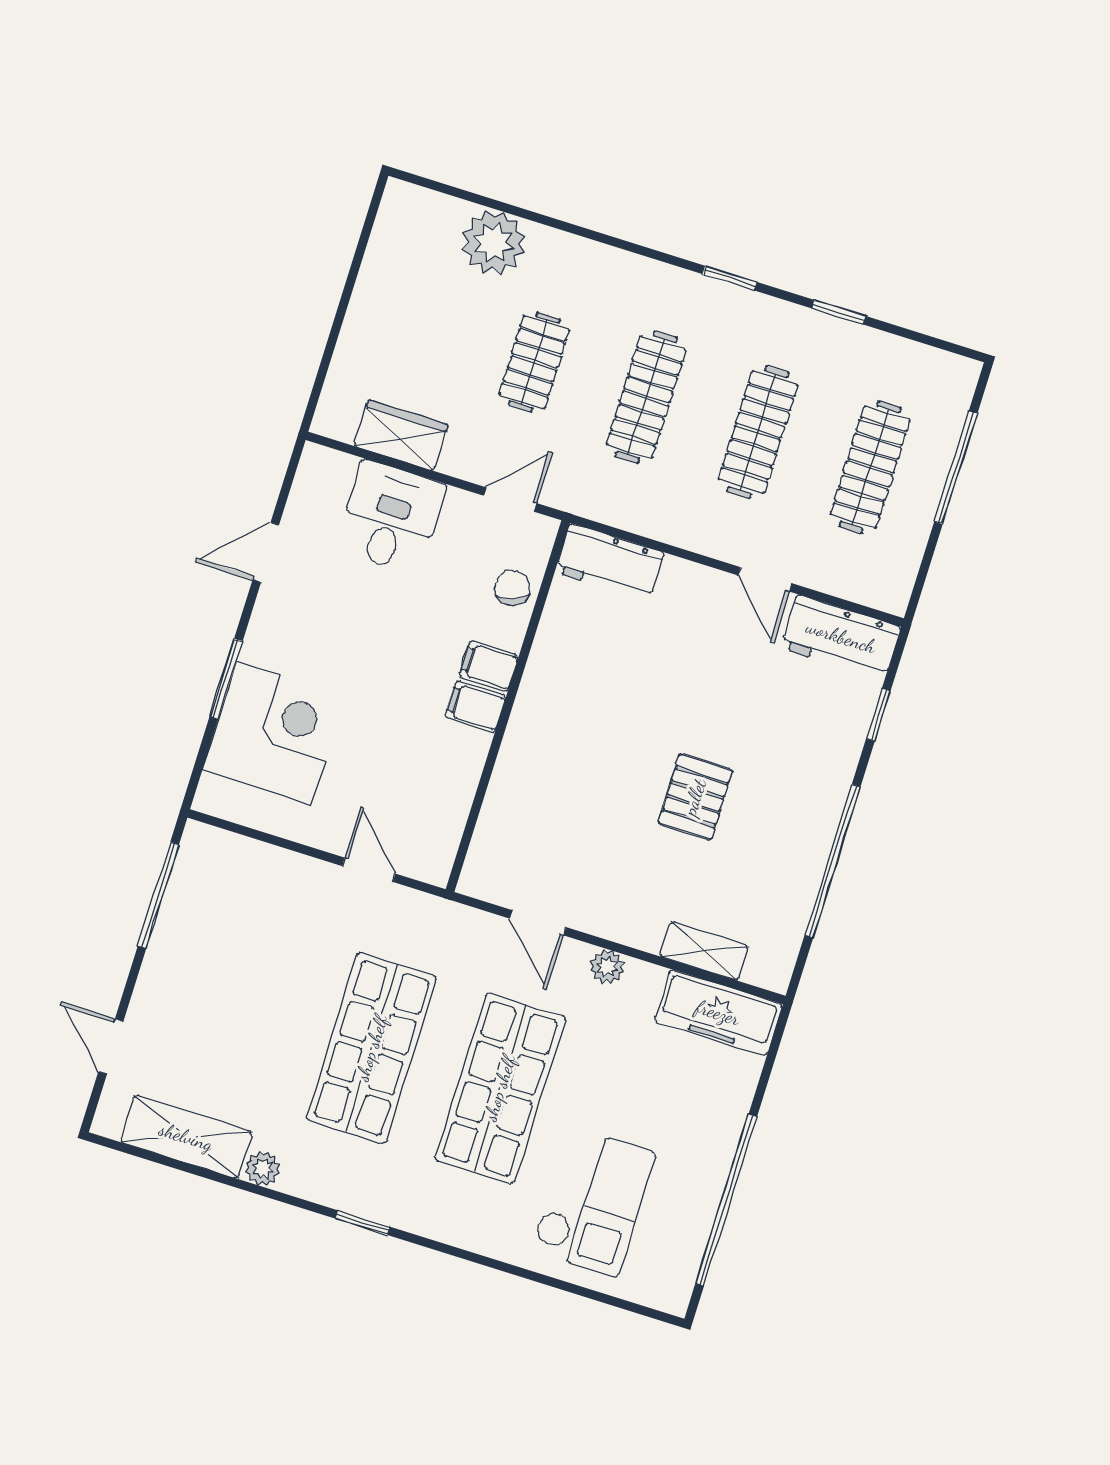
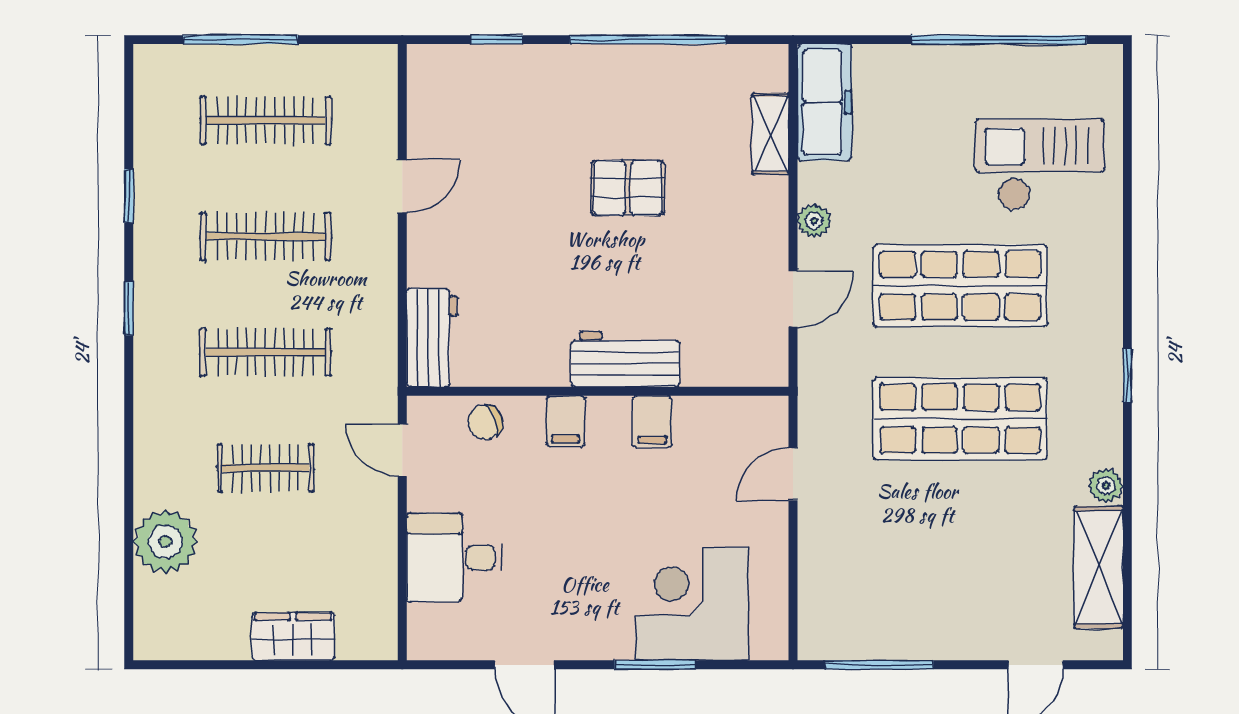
wardrobe: (401, 435) -> (293, 636), moved, turned 90
workbench: (841, 637) -> (625, 359), moved, turned -90
filing cabinet: (475, 707) -> (652, 422), moved

